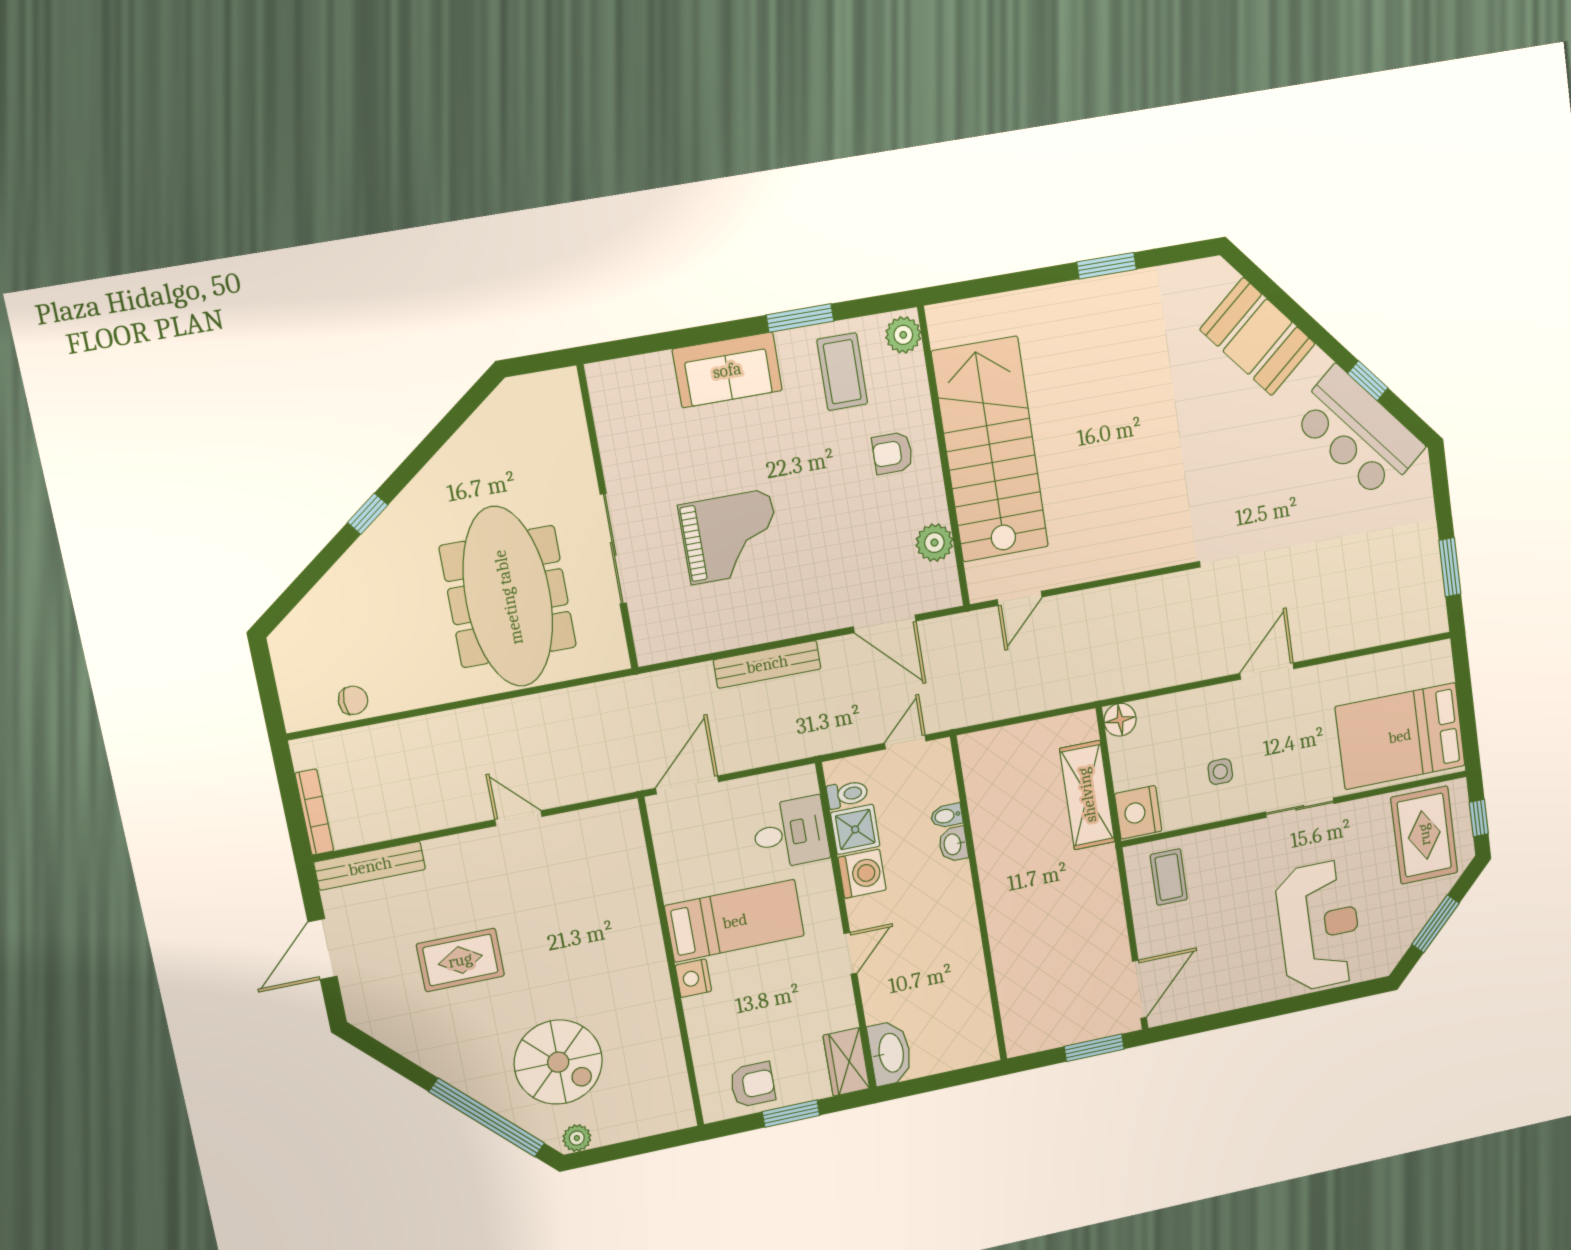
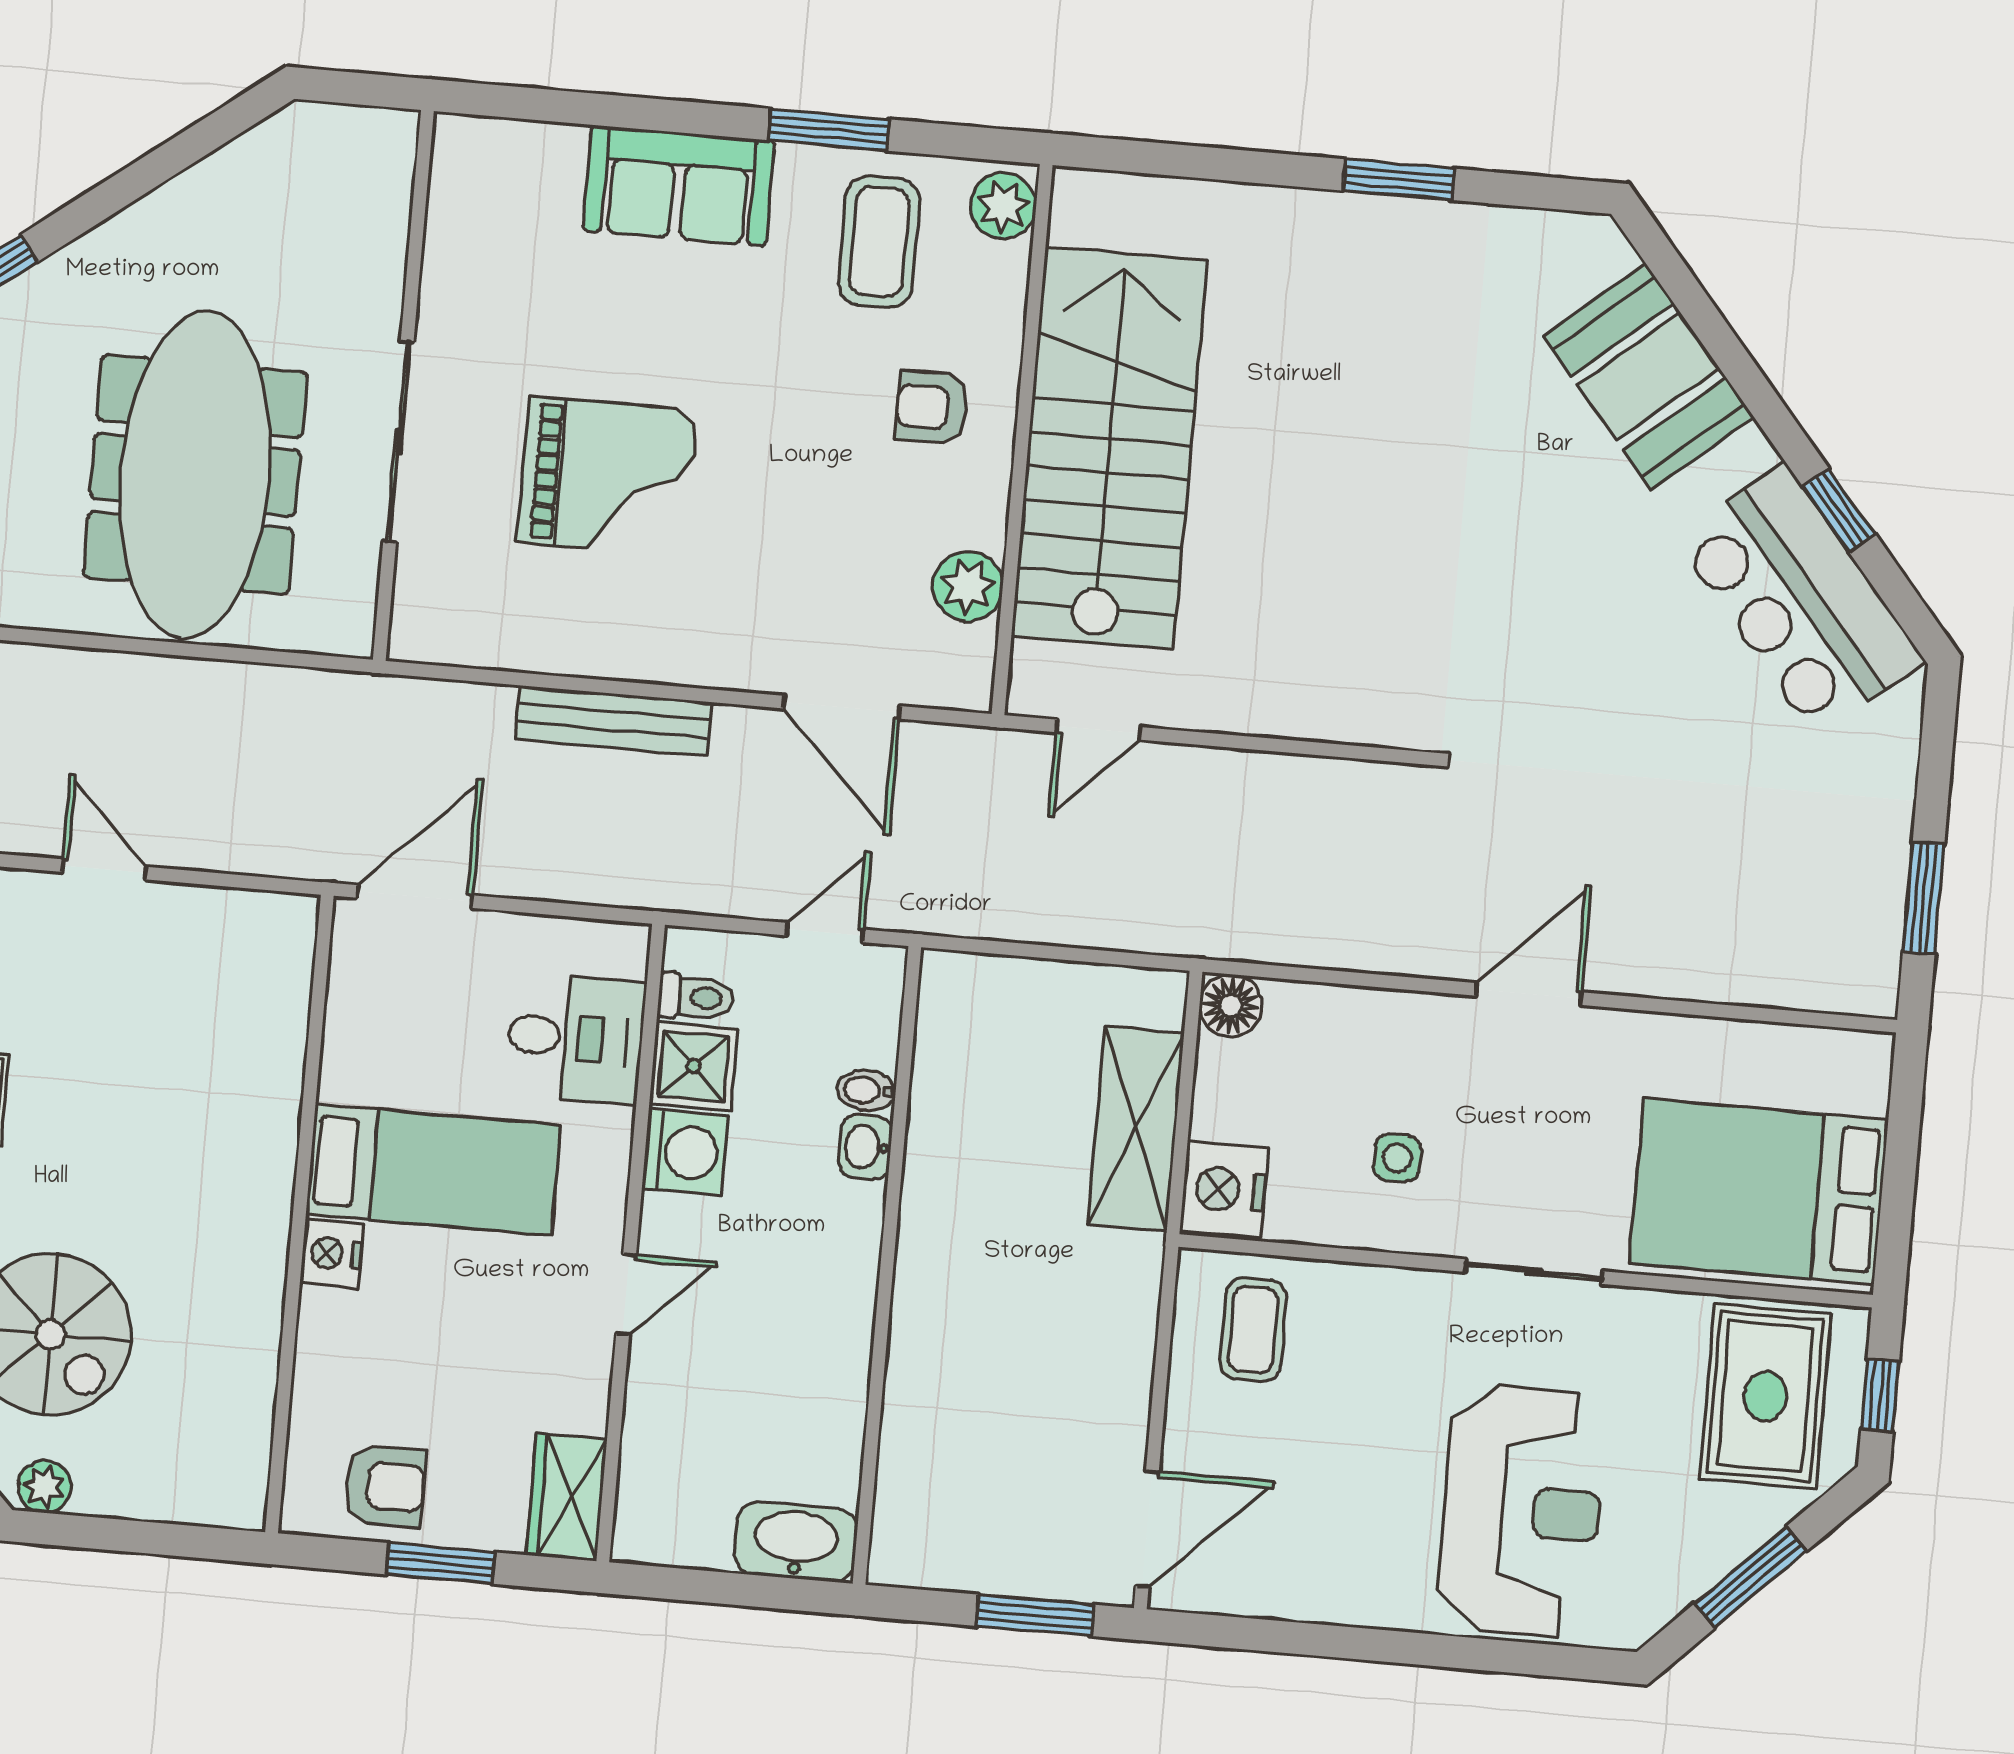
washbasin: (890, 1053) -> (796, 1542), moved, turned -90

